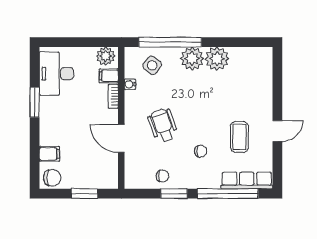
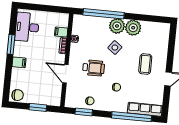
plant: (106, 56) -> (60, 19), removed
side table: (152, 65) -> (115, 48), moved
wheelchair: (163, 126) -> (94, 68), turned 110
coffee table: (239, 137) -> (145, 64), moved
filing cabinet: (49, 154) -> (19, 62), moved
window: (174, 194) -> (84, 112), moved

